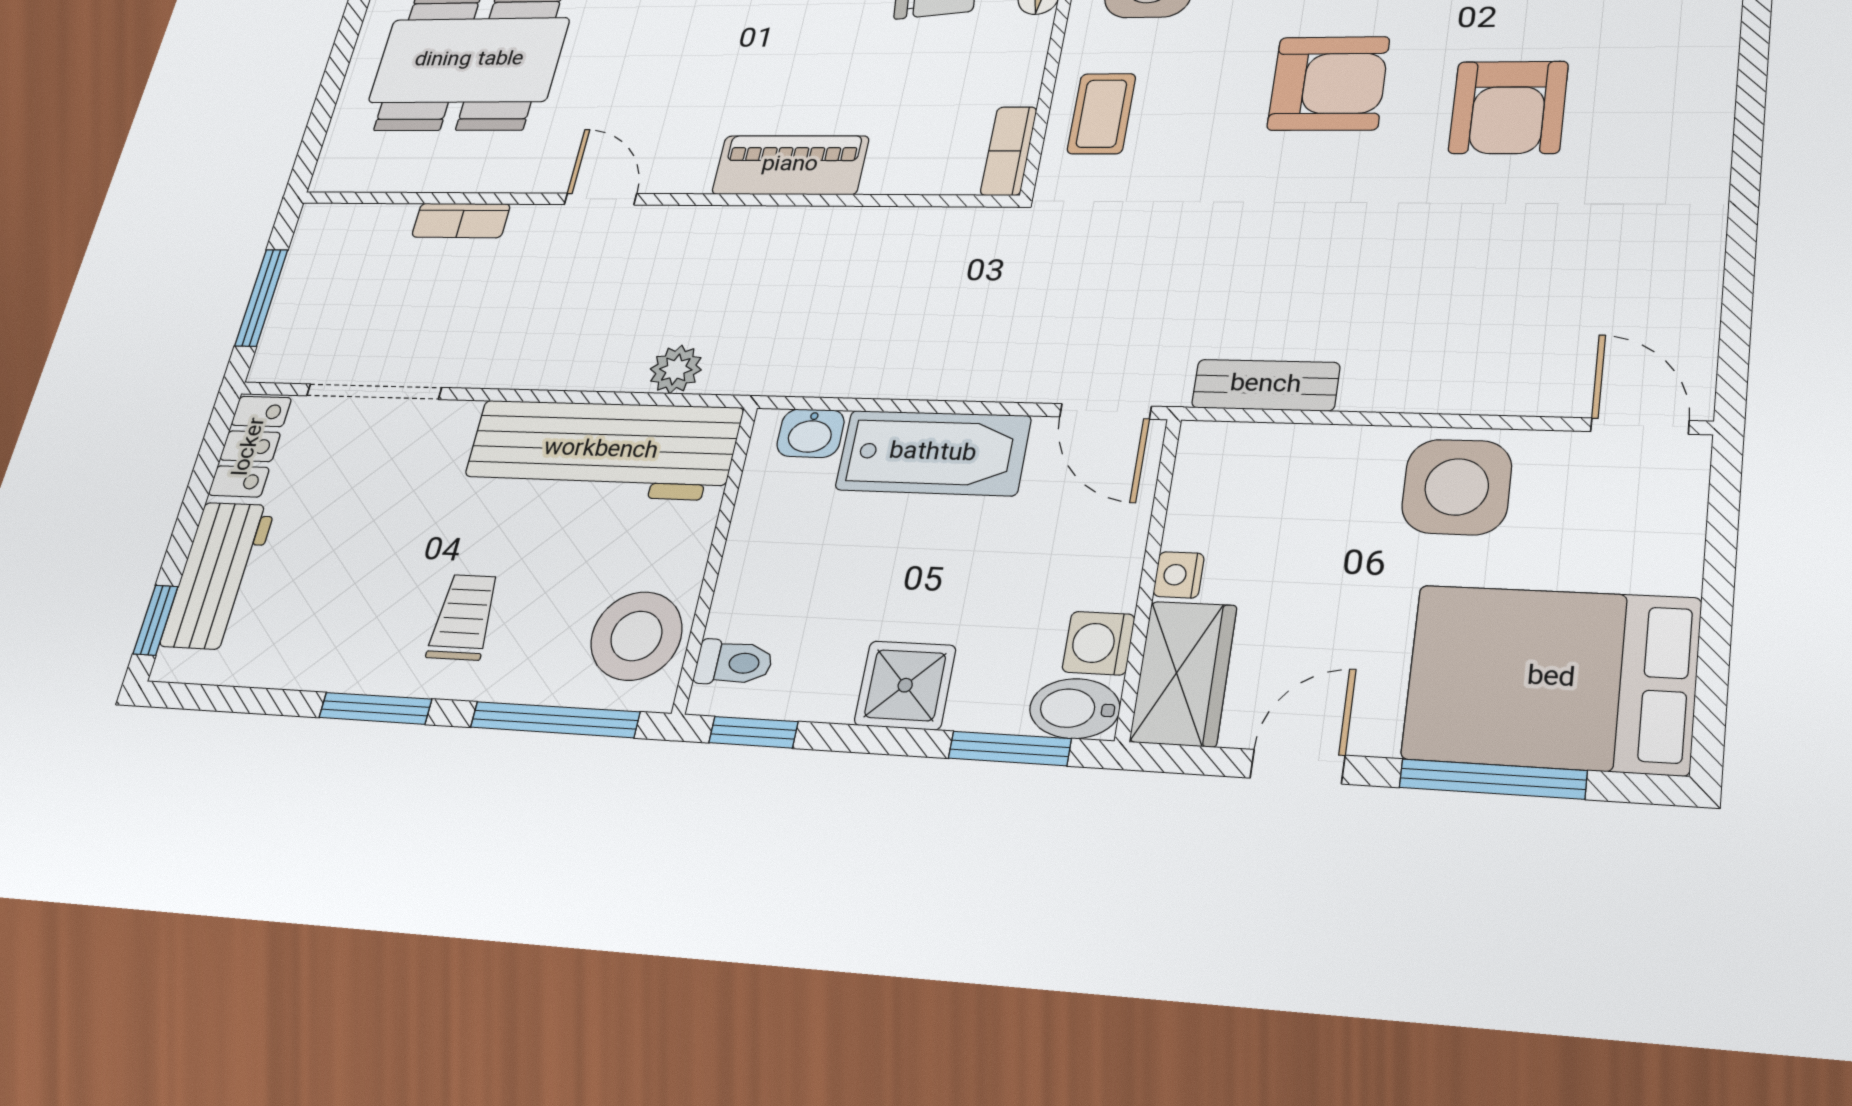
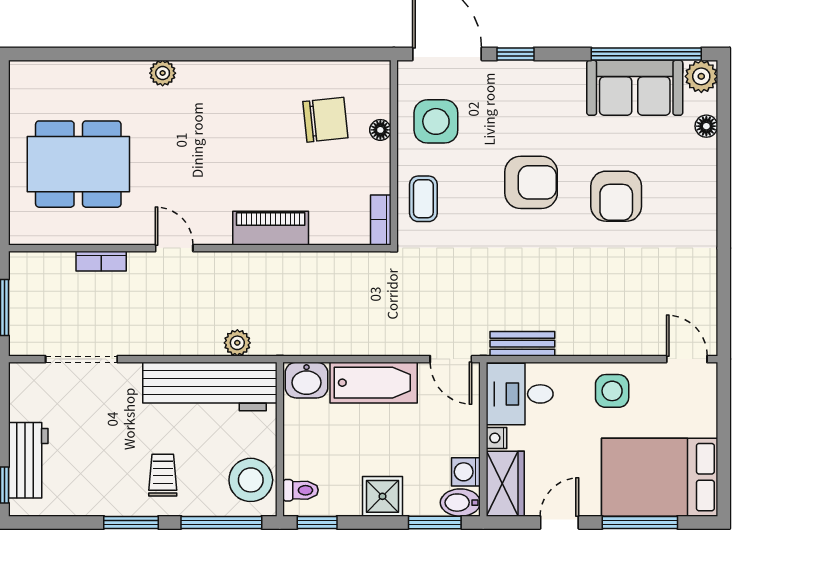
washbasin: (811, 433) -> (307, 380), width x1.38, depth x1.45
locker: (250, 446) -> (23, 391), removed
desk: (1245, 486) -> (520, 394), added
side table: (1457, 487) -> (612, 391), width x0.73, depth x0.73

